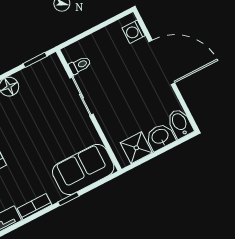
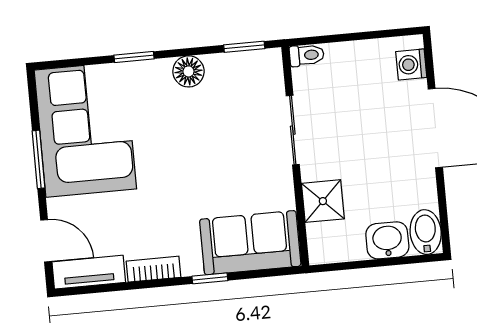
toilet: (80, 65) -> (307, 55), moved
shower: (136, 148) -> (323, 201), moved

